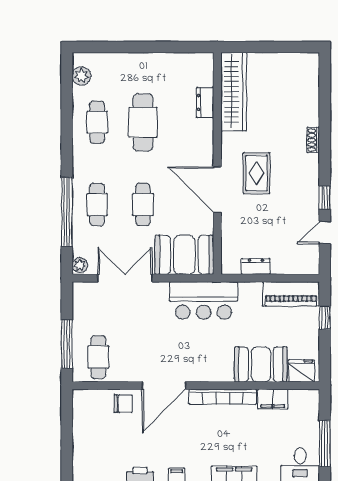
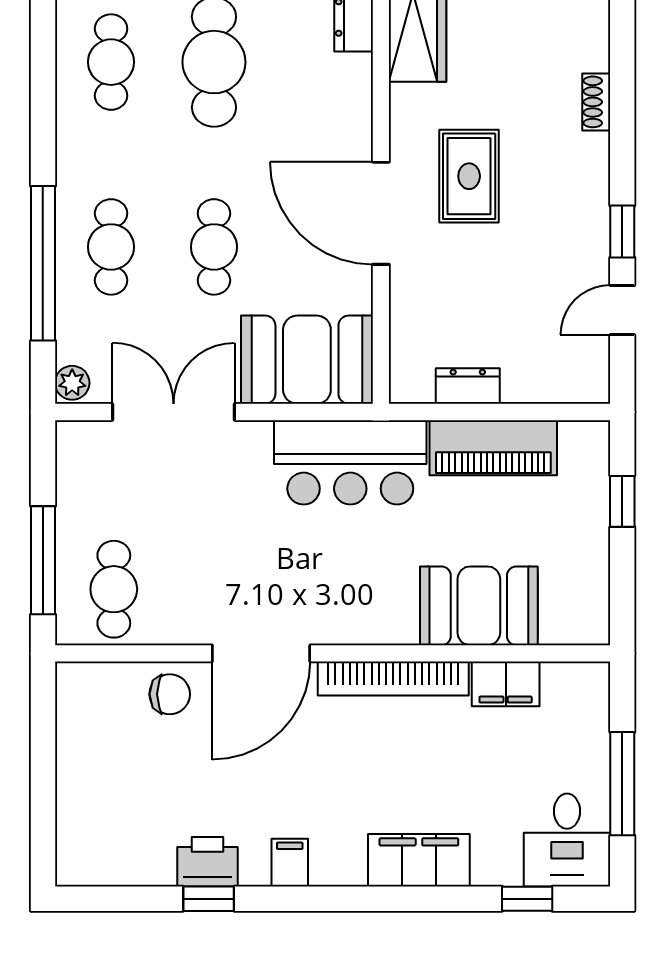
piano: (291, 294) -> (493, 448), moved
fridge: (301, 371) -> (570, 620), removed

